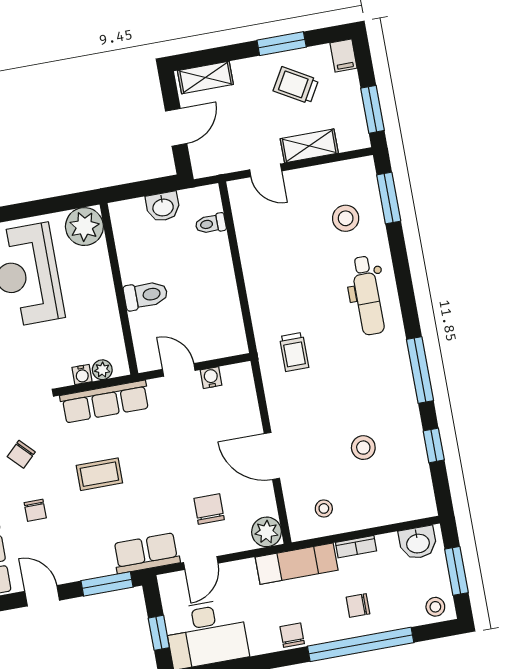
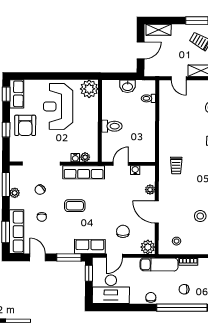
door: (179, 370) -> (121, 164), hinge flipped
plant: (249, 412) -> (150, 190), added
window: (159, 633) -> (89, 273), moved

